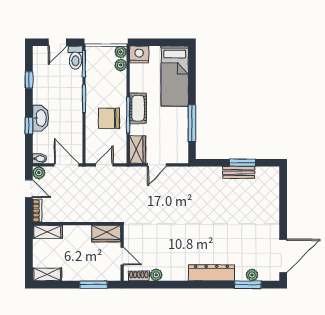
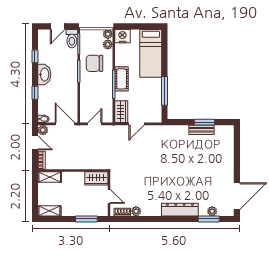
washbasin: (41, 118) -> (44, 74), moved
chair: (109, 118) -> (95, 63), moved

